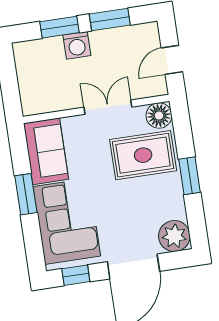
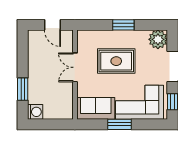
window: (110, 19) -> (23, 58), removed
washing machine: (77, 45) -> (35, 112), moved
floor lamp: (159, 116) -> (85, 38), removed
rug: (143, 155) -> (116, 61), moved, turned 90

